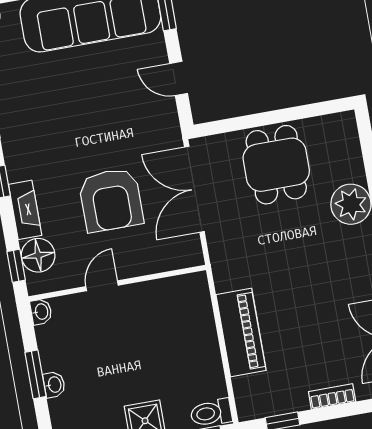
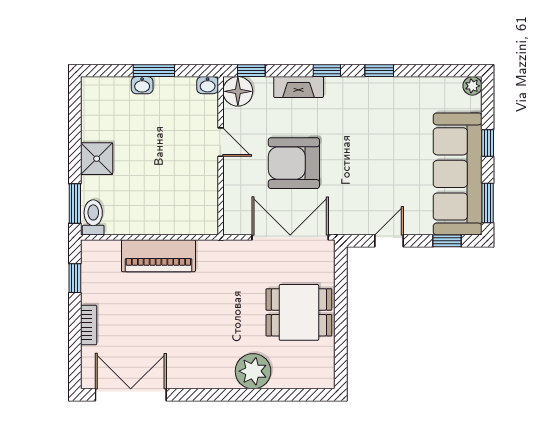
floor lamp: (38, 255) -> (238, 91), moved

